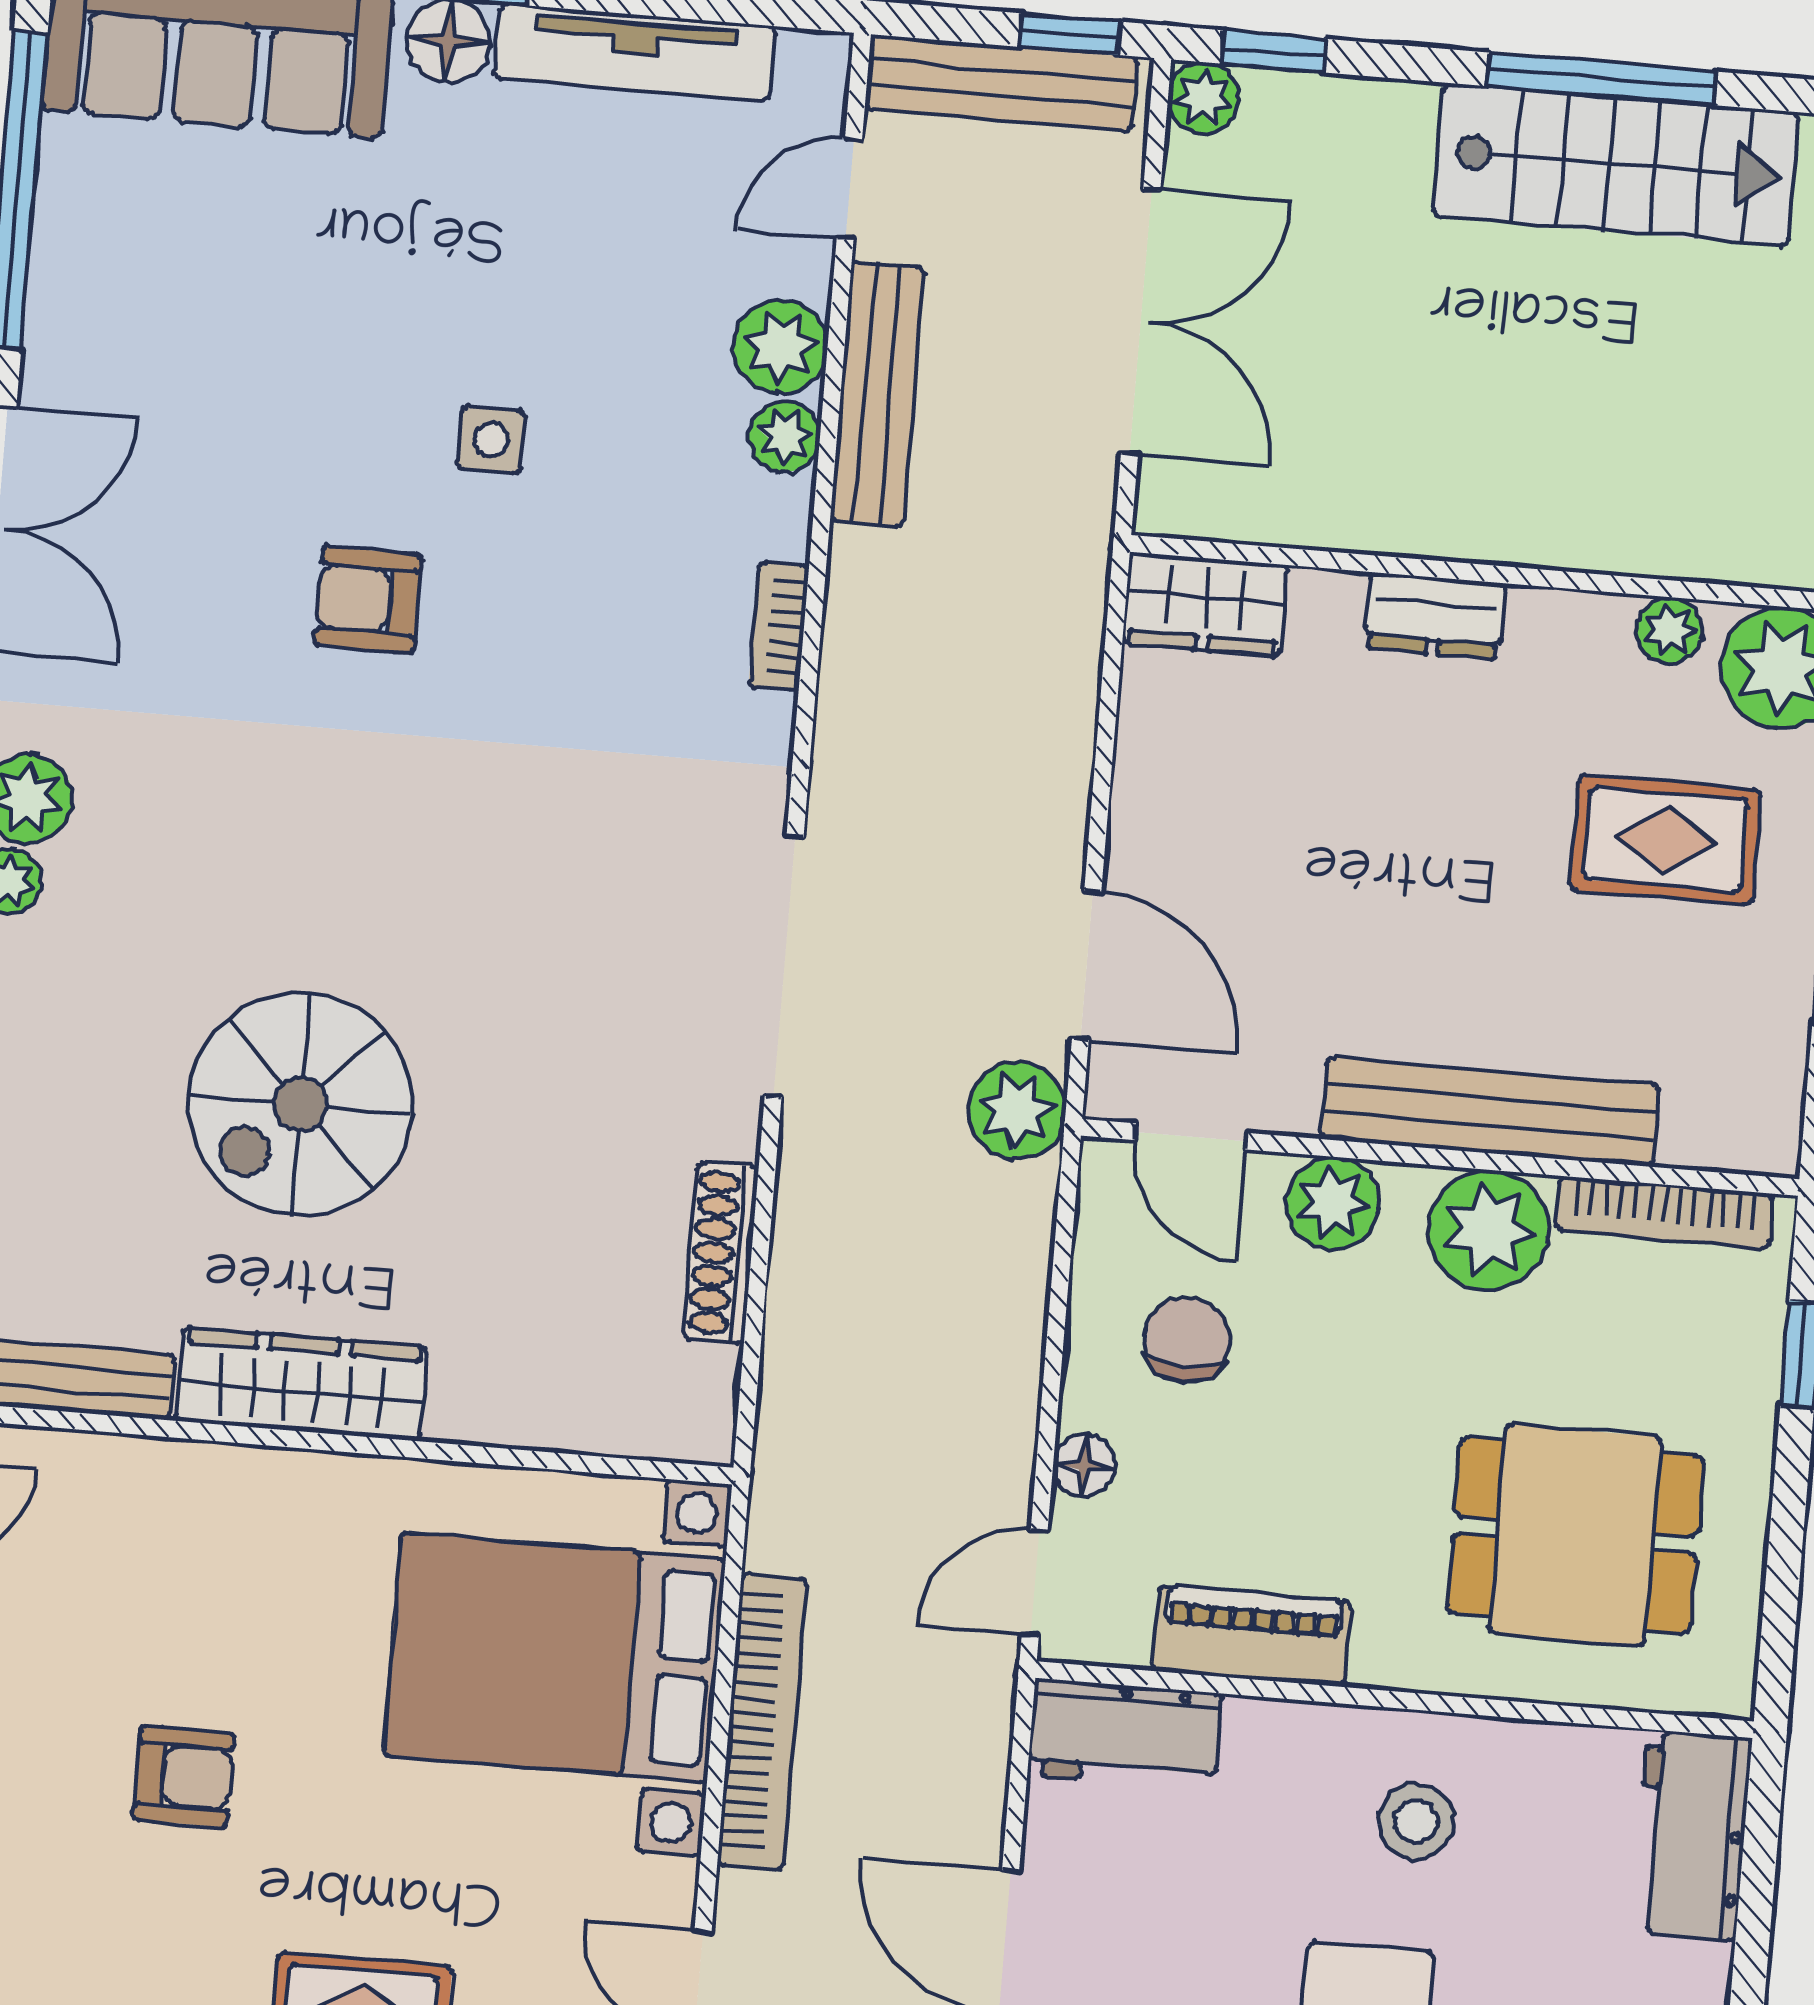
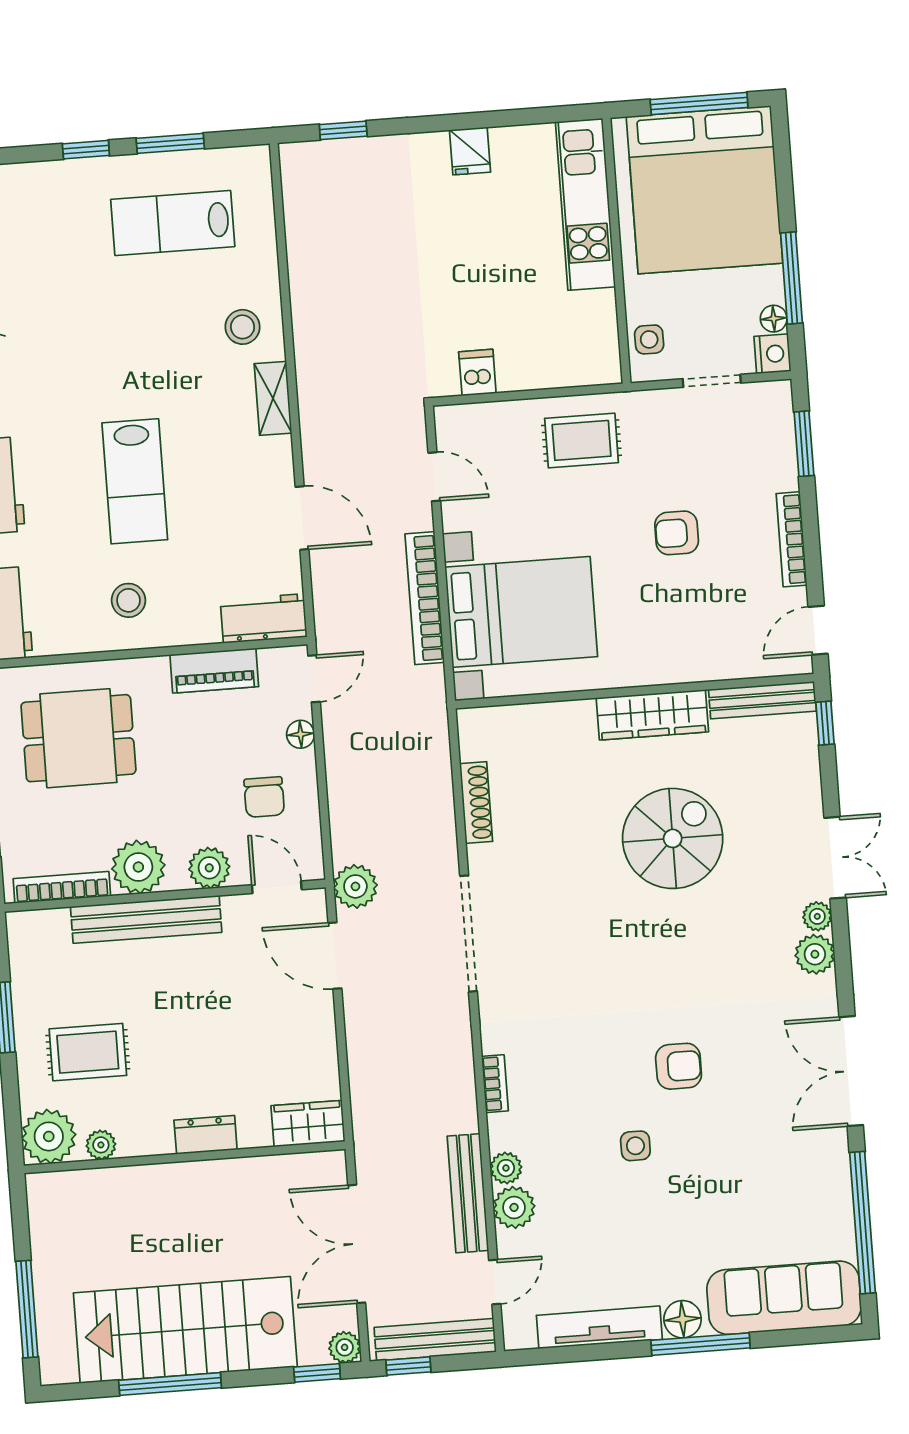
stairs: (1616, 164) -> (185, 1330), width x1.36, depth x1.51

